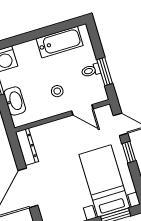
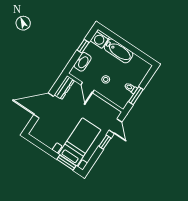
bathtub: (60, 42) -> (119, 51), moved
door: (82, 110) -> (87, 87), moved

